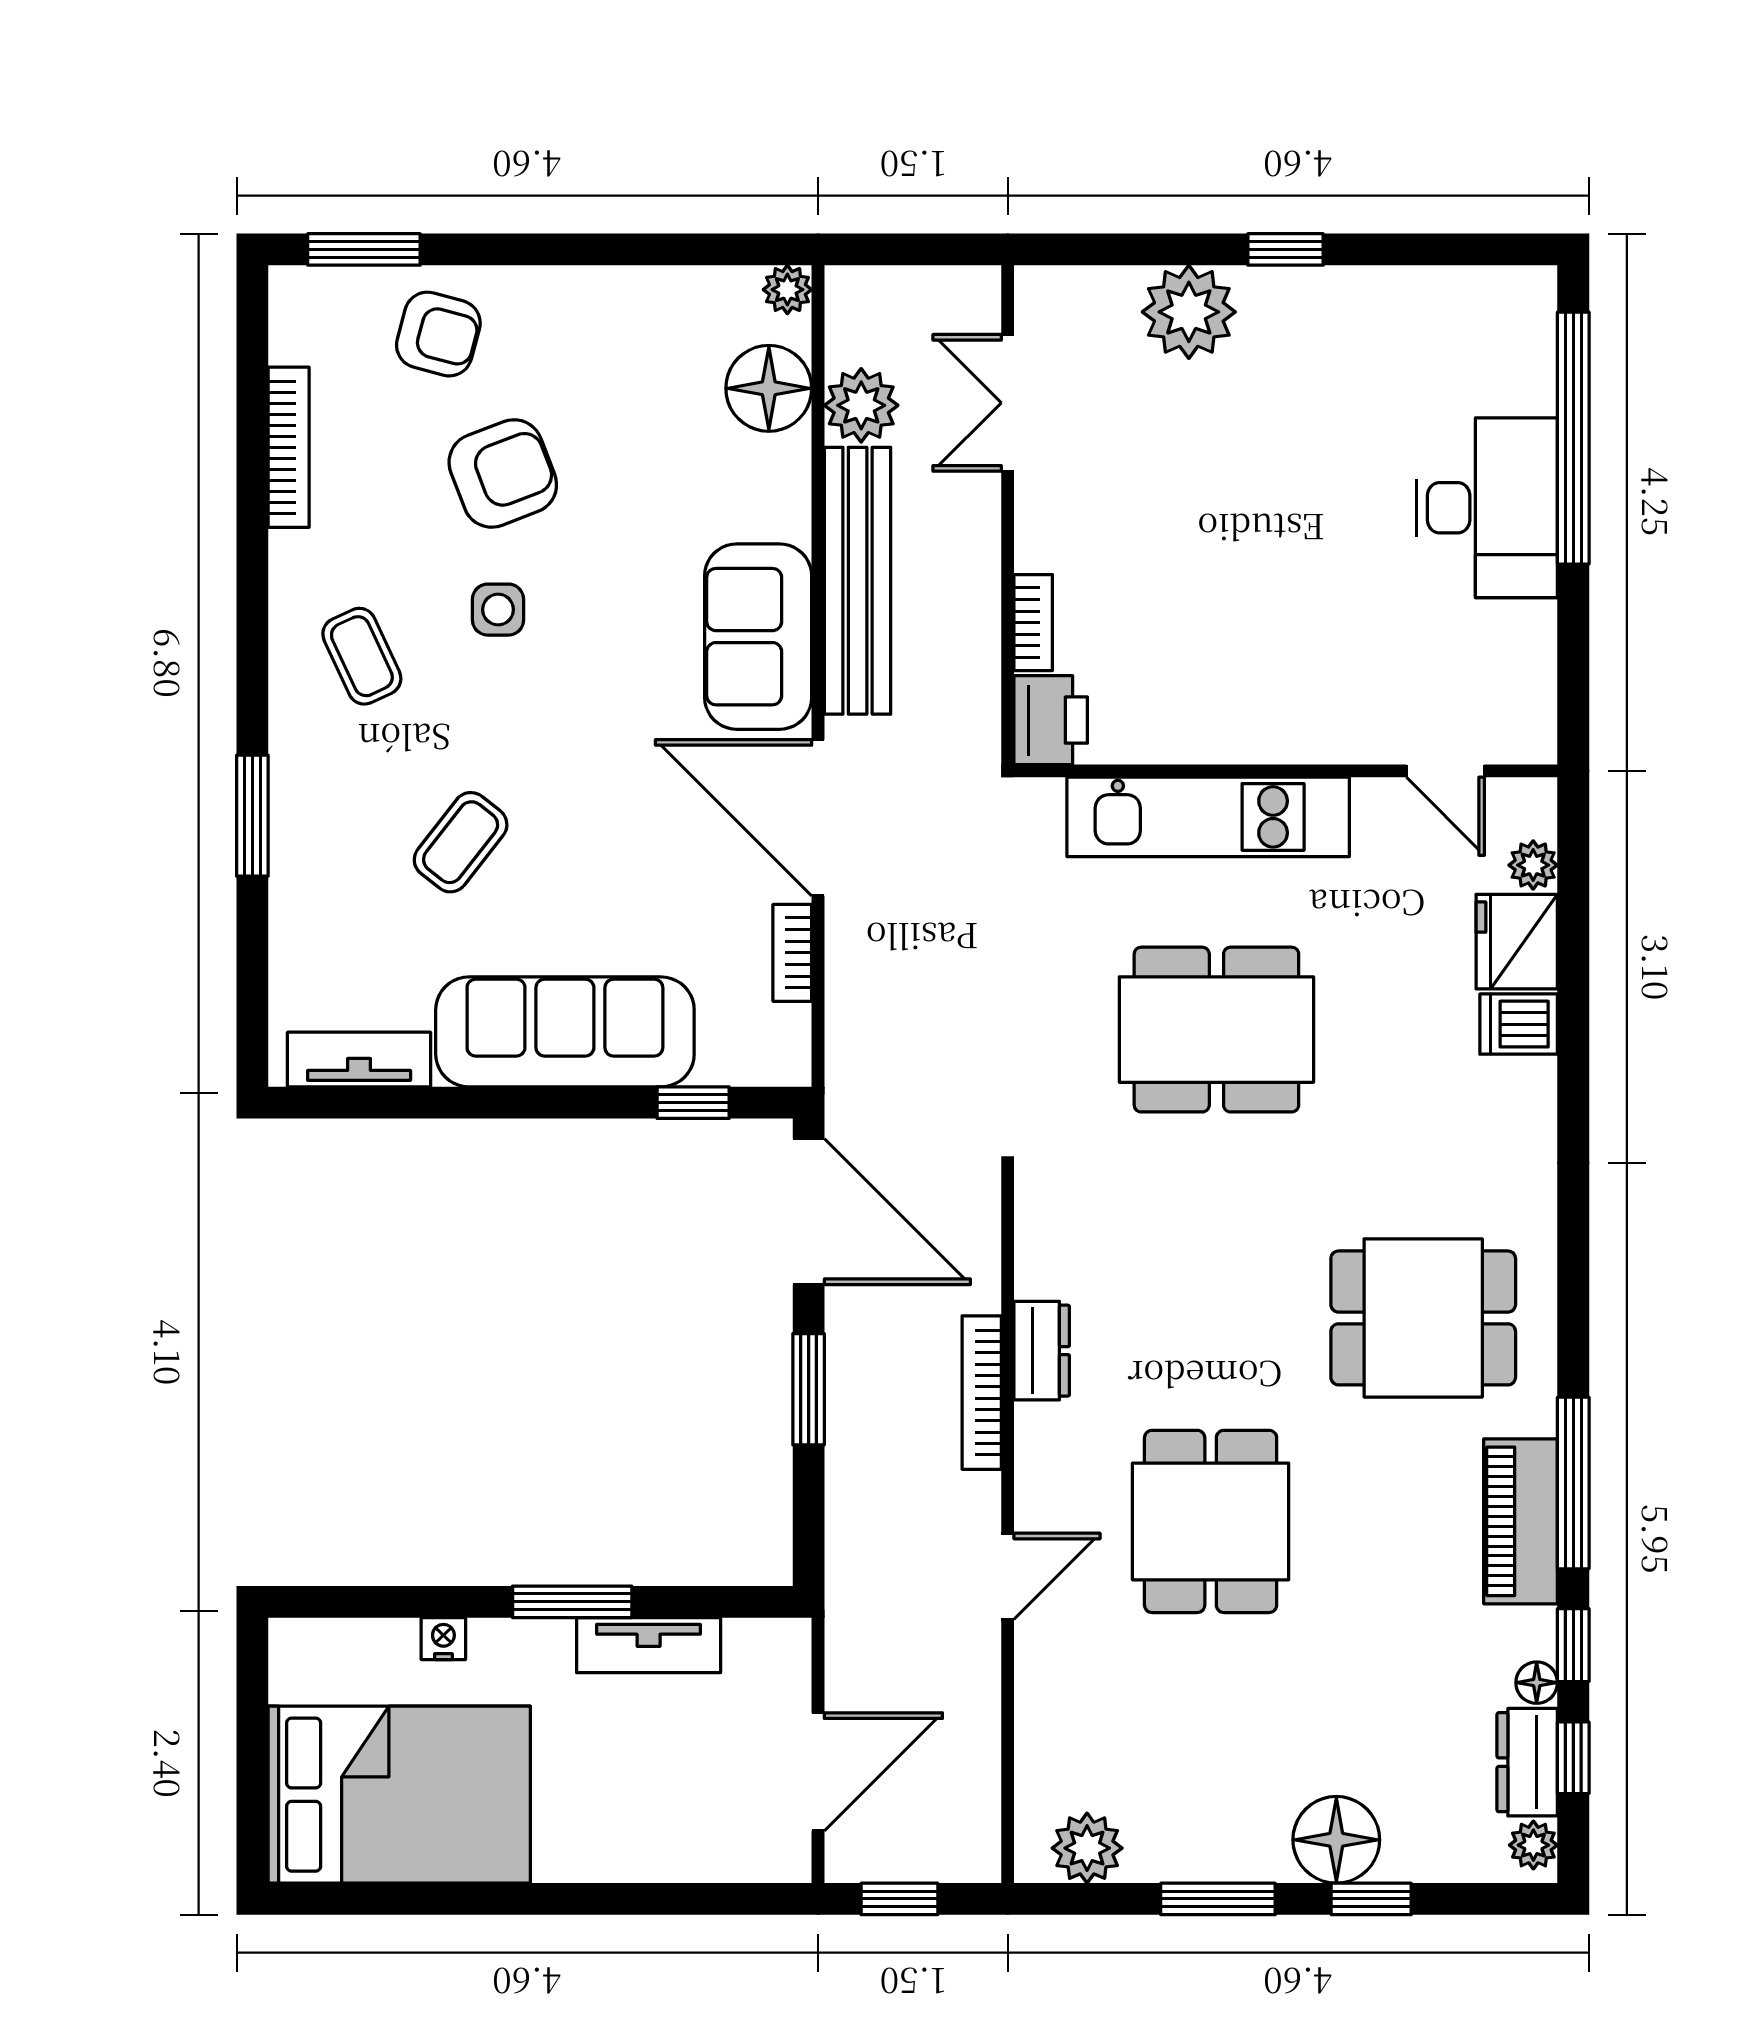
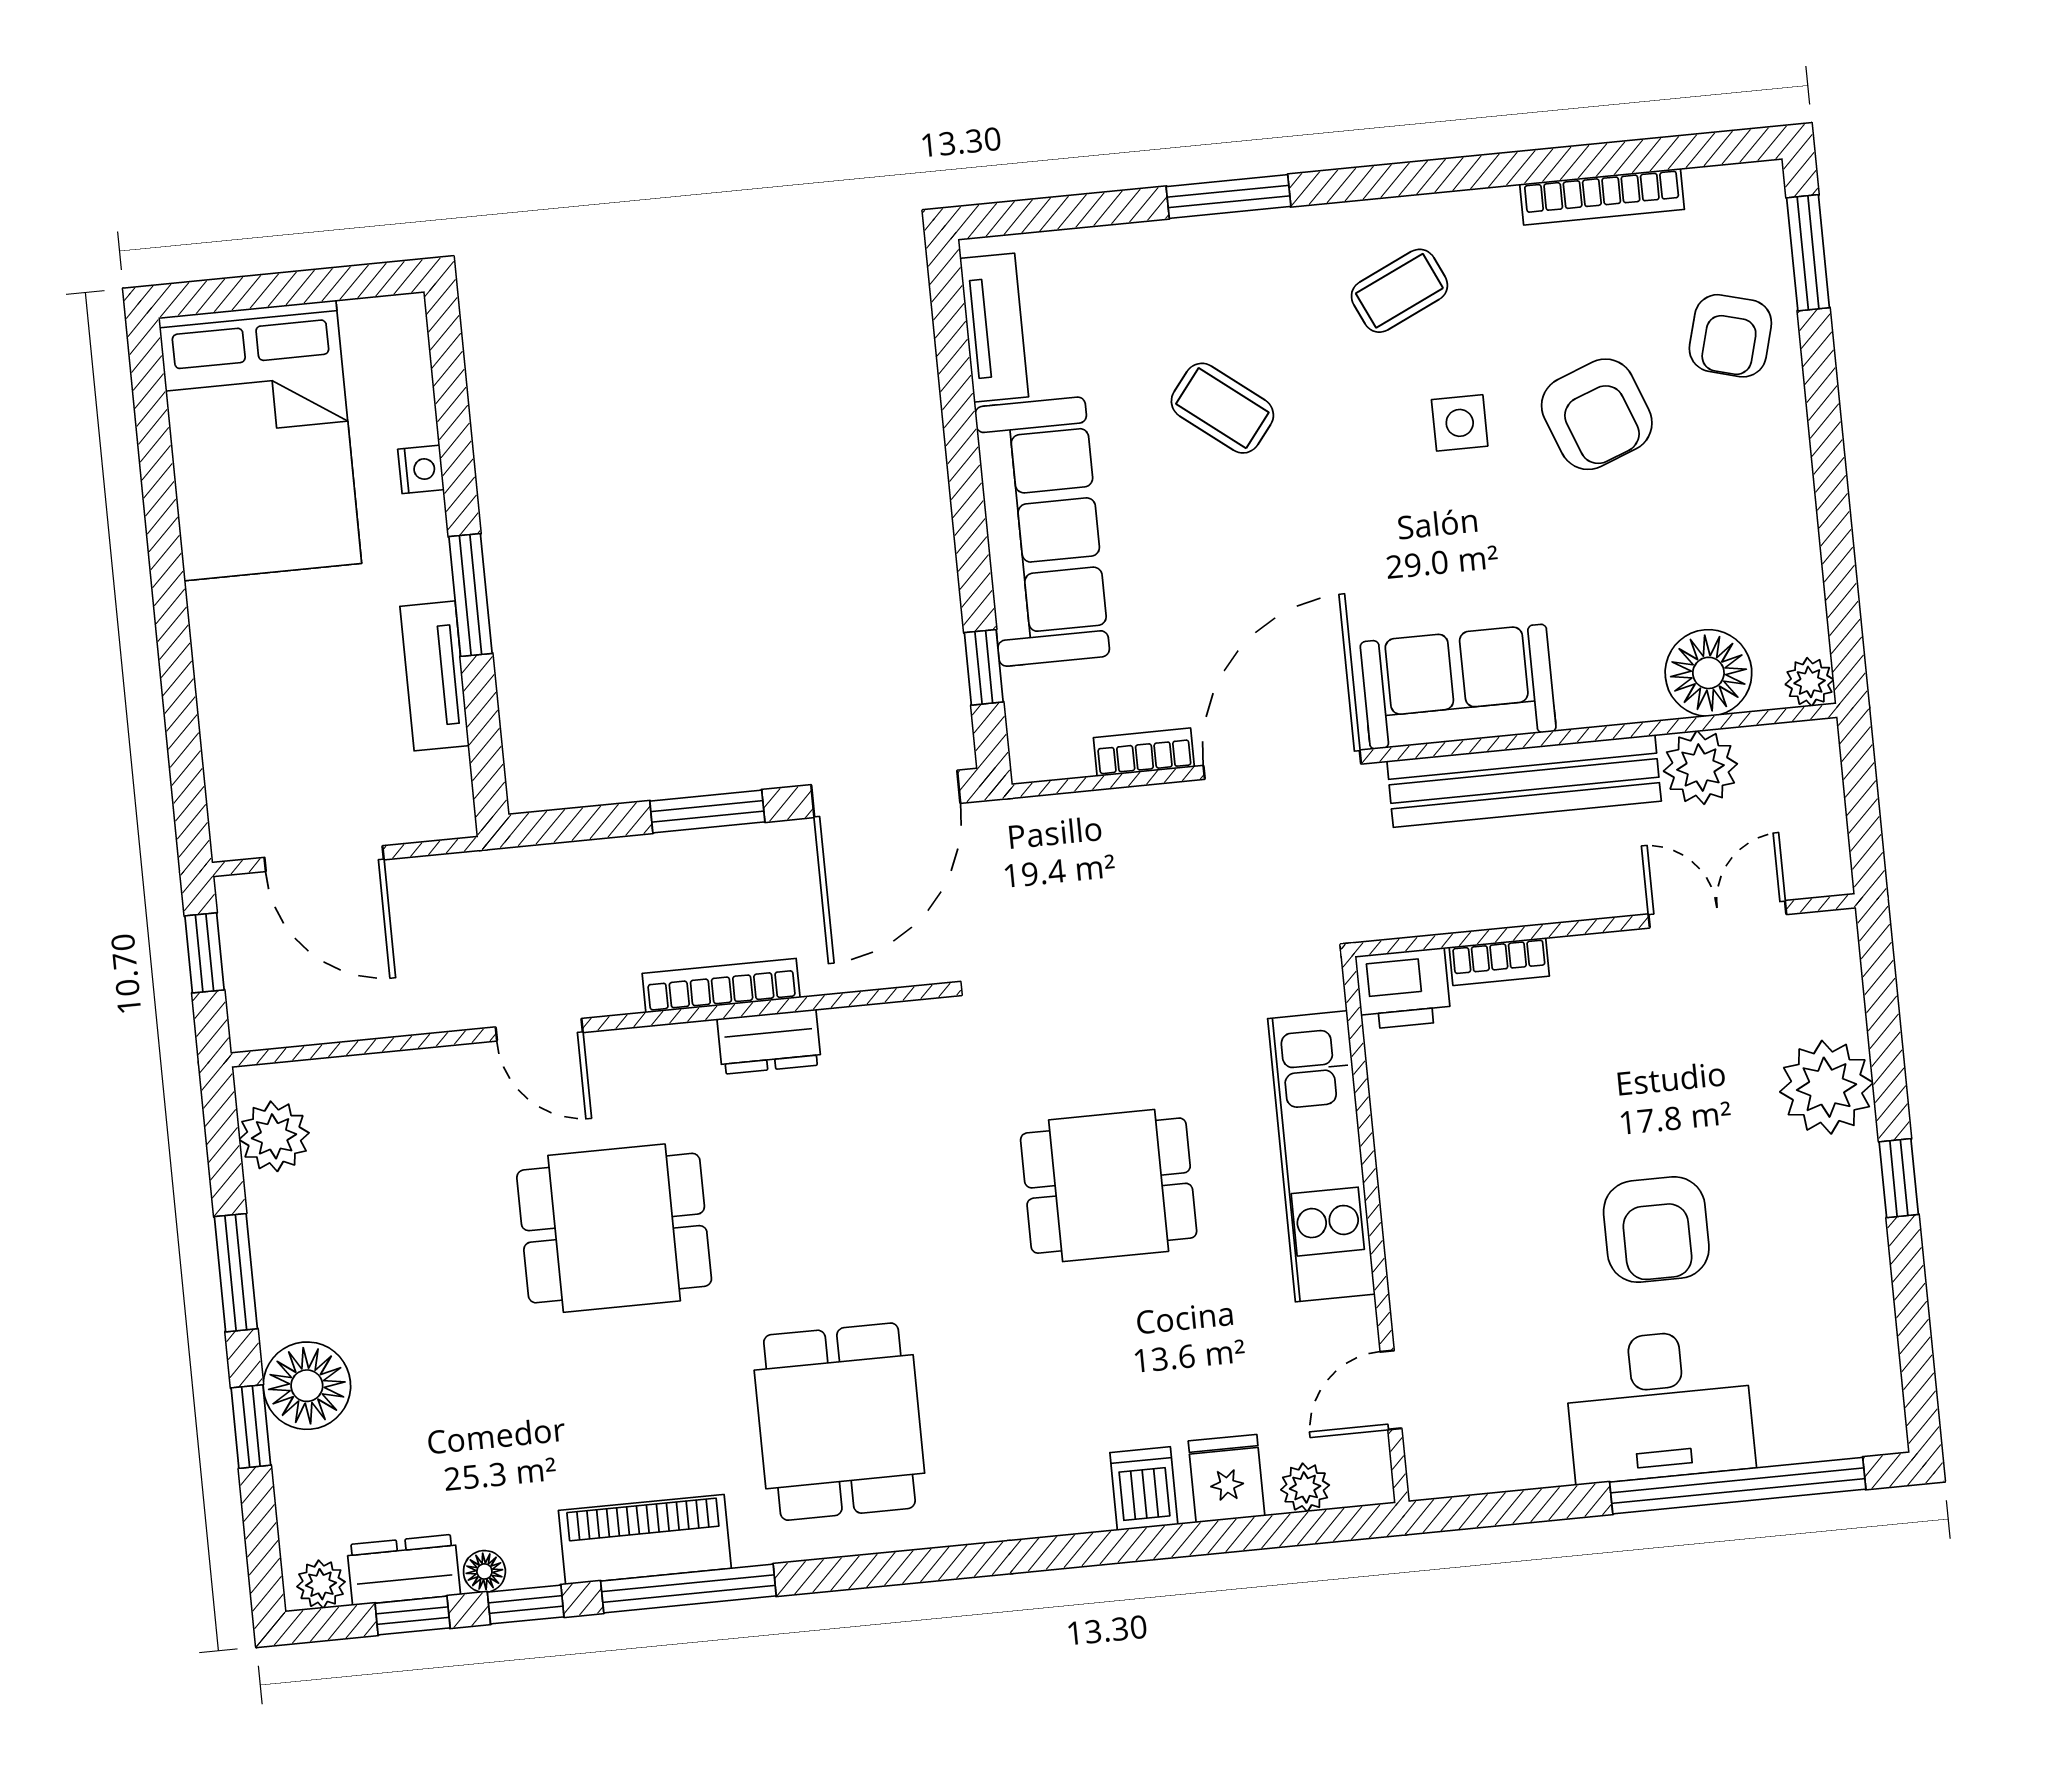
armchair: (1313, 494) -> (1656, 1230), added
fridge: (1517, 942) -> (1226, 1479), width x0.72
dining table: (1216, 1030) -> (1109, 1186), width x0.73

